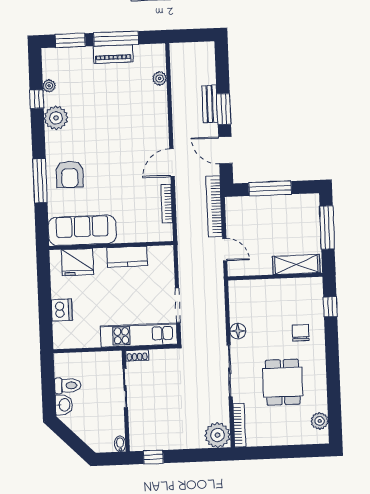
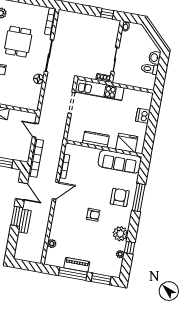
armchair: (105, 138) -> (93, 215), added
plant: (217, 435) -> (65, 18), removed

